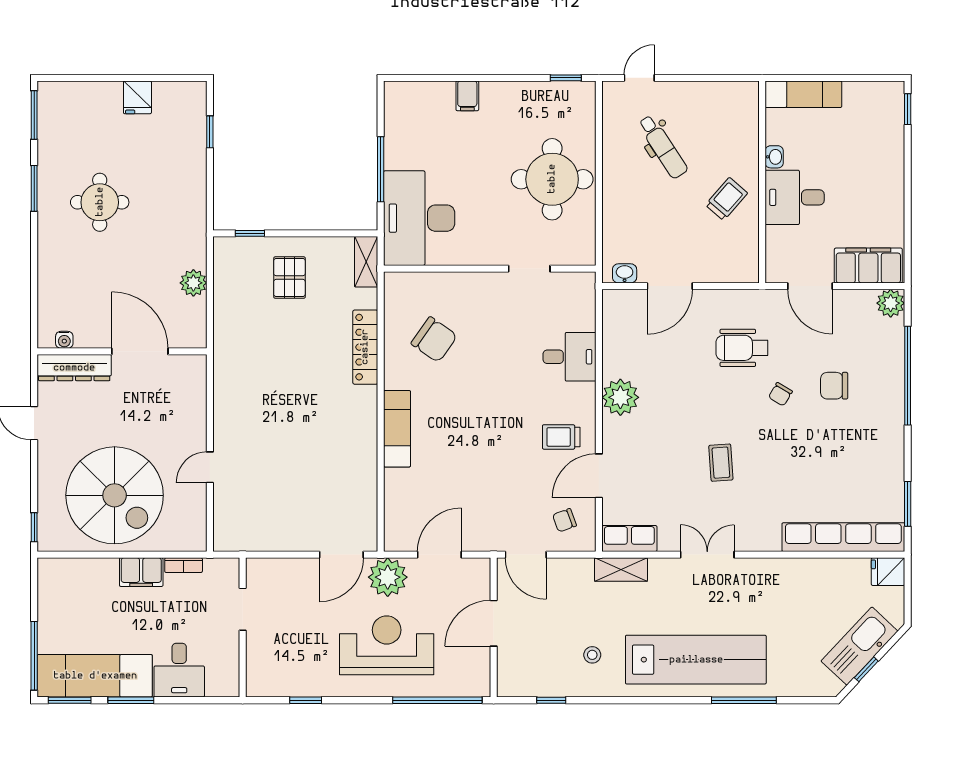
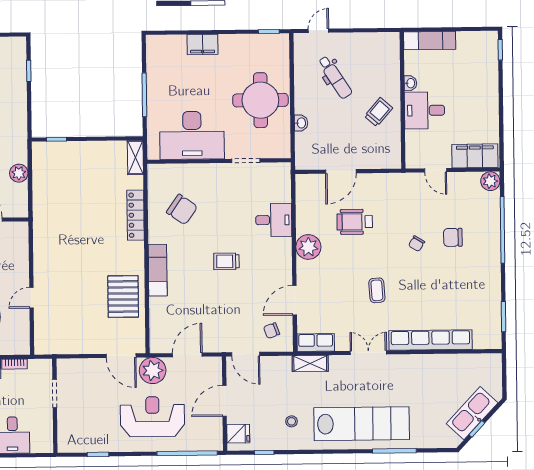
filing cabinet: (467, 96) -> (202, 44), width x2.00
desk: (419, 218) -> (192, 135), moved, turned -90
washbasin: (625, 273) -> (301, 123), moved, turned 90
pallet: (289, 278) -> (123, 296), moved, width x1.50, depth x1.42
door: (810, 286) -> (436, 170), width x0.73
wheelchair: (742, 348) -> (355, 222), moved
trolley: (561, 437) -> (226, 261), moved
row of seats: (843, 537) -> (430, 340), moved
door: (341, 555) -> (121, 356), hinge flipped
fridge: (888, 572) -> (238, 434), moved, turned 180

